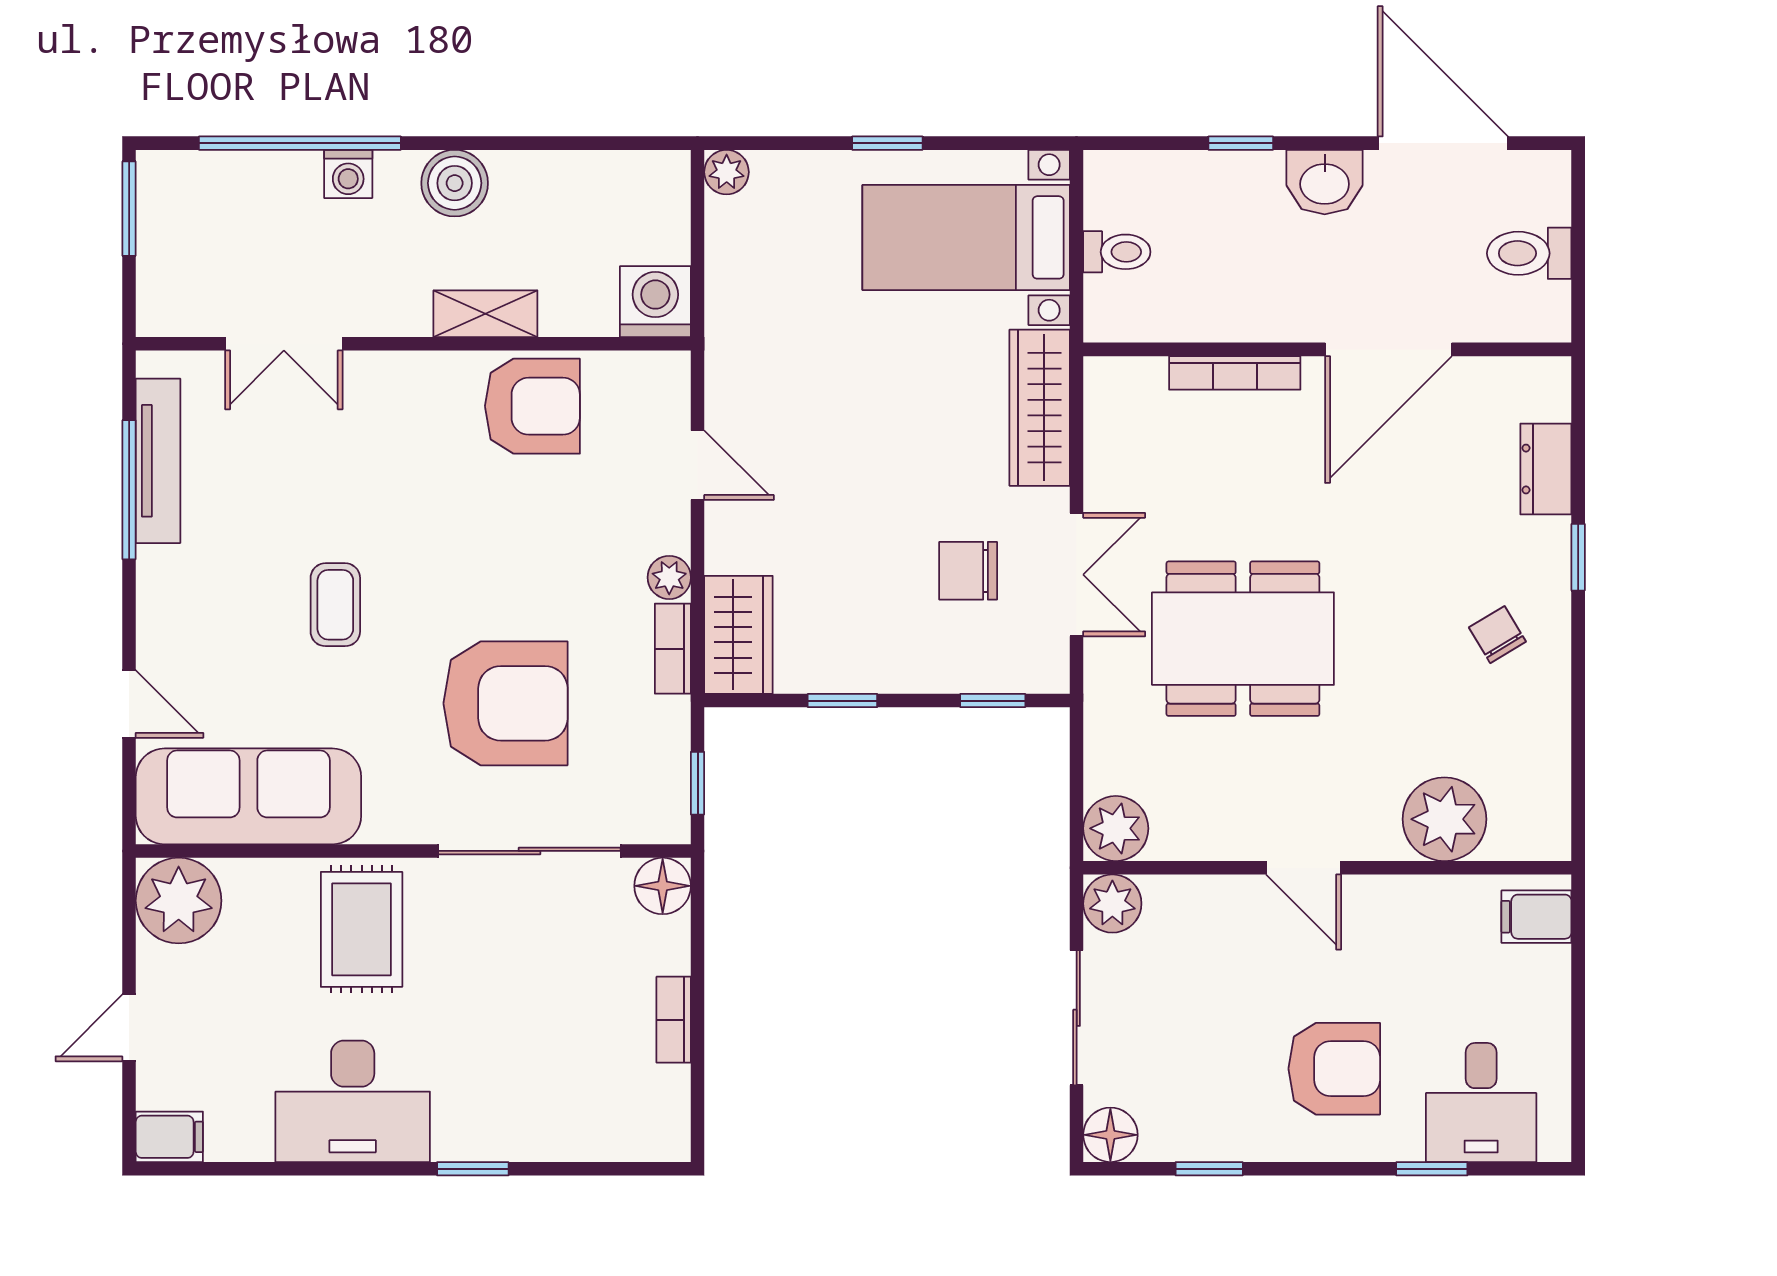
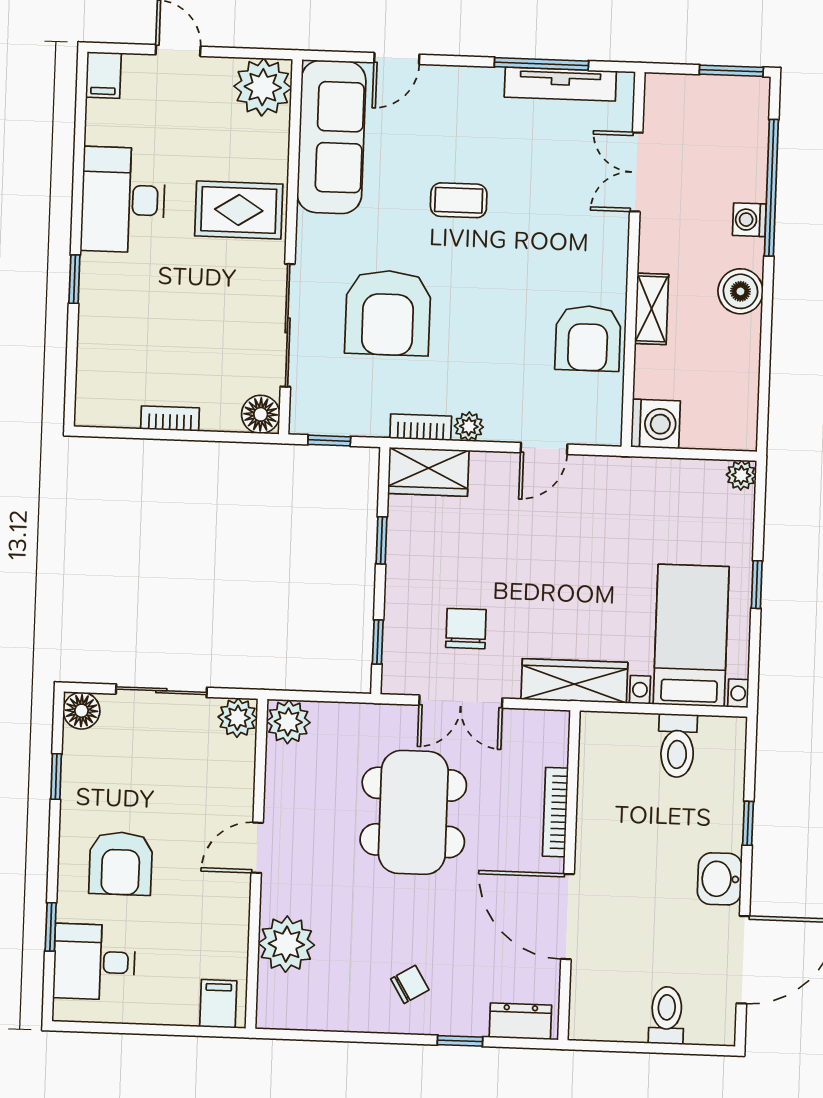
toilet: (1117, 252) -> (677, 746), width x1.37, depth x1.39
wall: (1327, 349) -> (569, 875), moved
door: (1388, 349) -> (567, 917), moved
bookcase: (1235, 373) -> (555, 812), moved

